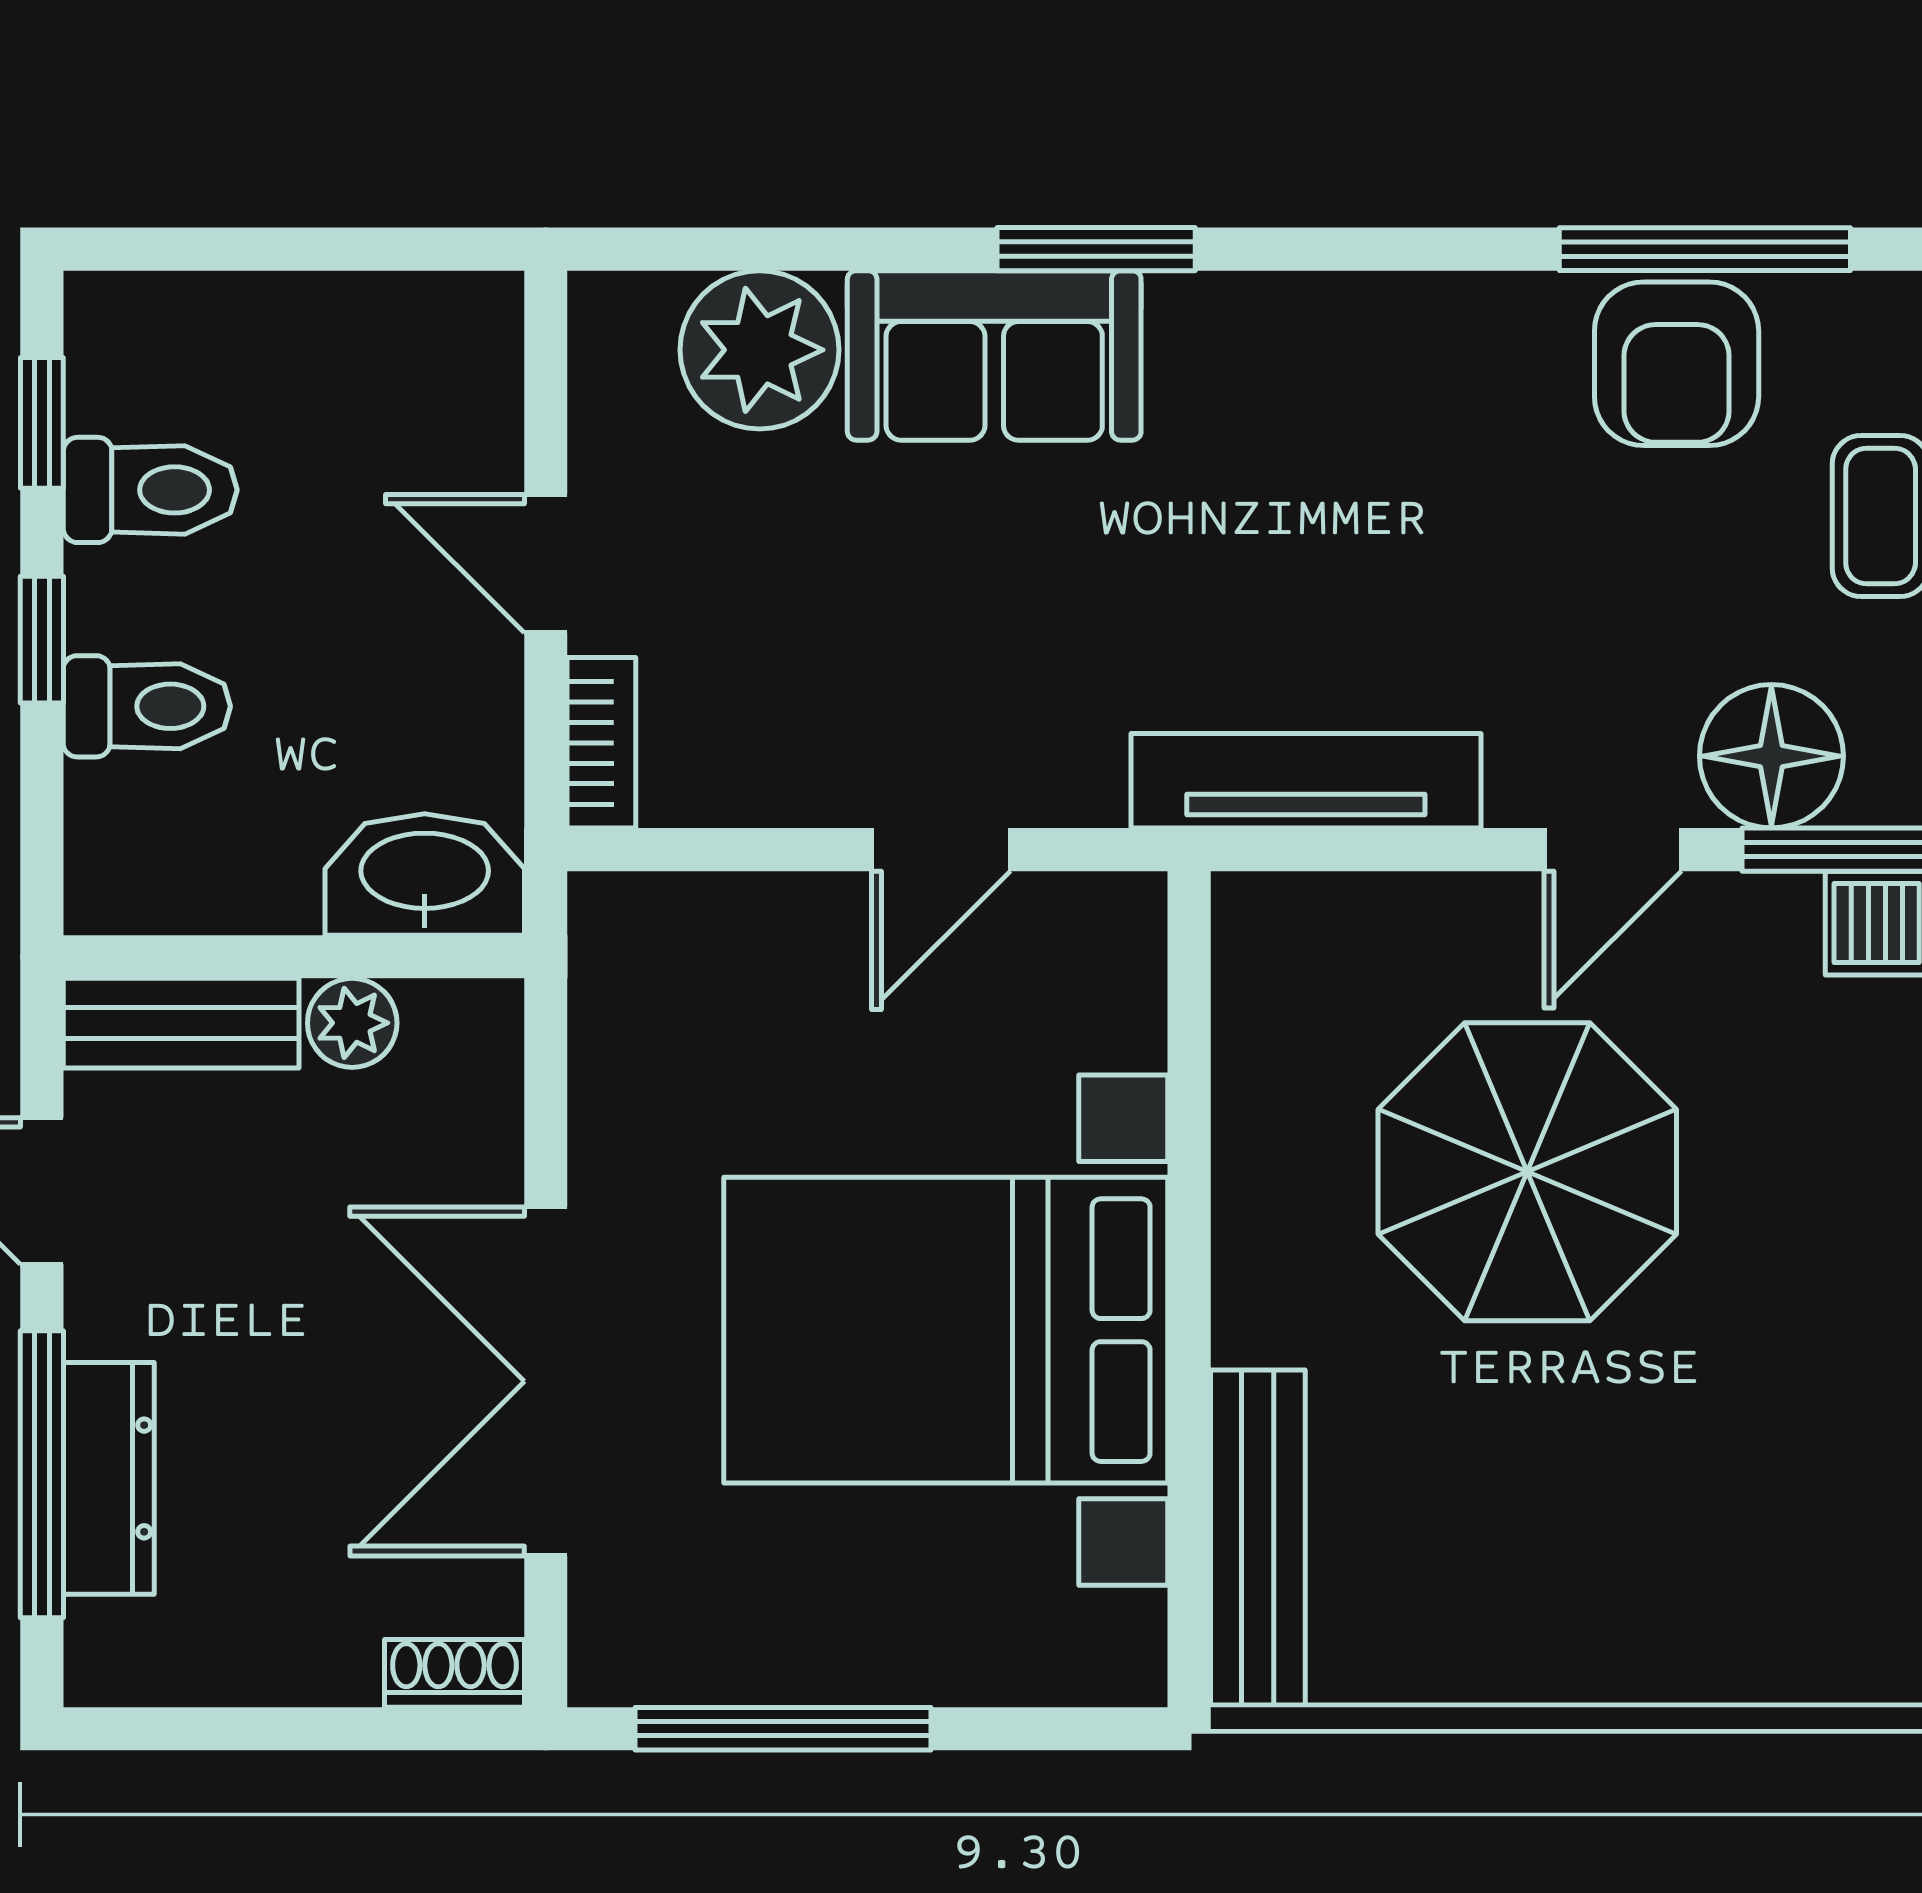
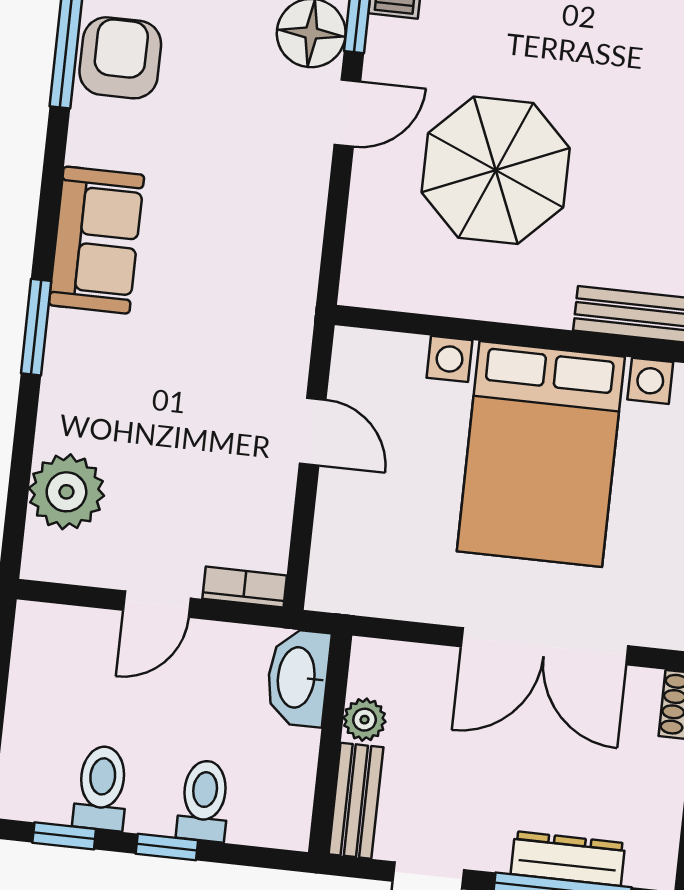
sofa: (994, 355) -> (97, 240), moved
armchair: (1677, 364) -> (120, 58), turned -90
tv unit: (1306, 781) -> (299, 255), removed
door: (1613, 850) -> (347, 113), hinge flipped

